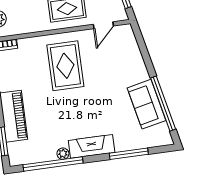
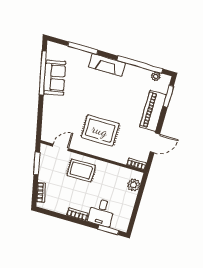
rug: (65, 66) -> (100, 130), turned 90
plant: (63, 154) -> (156, 76), moved

